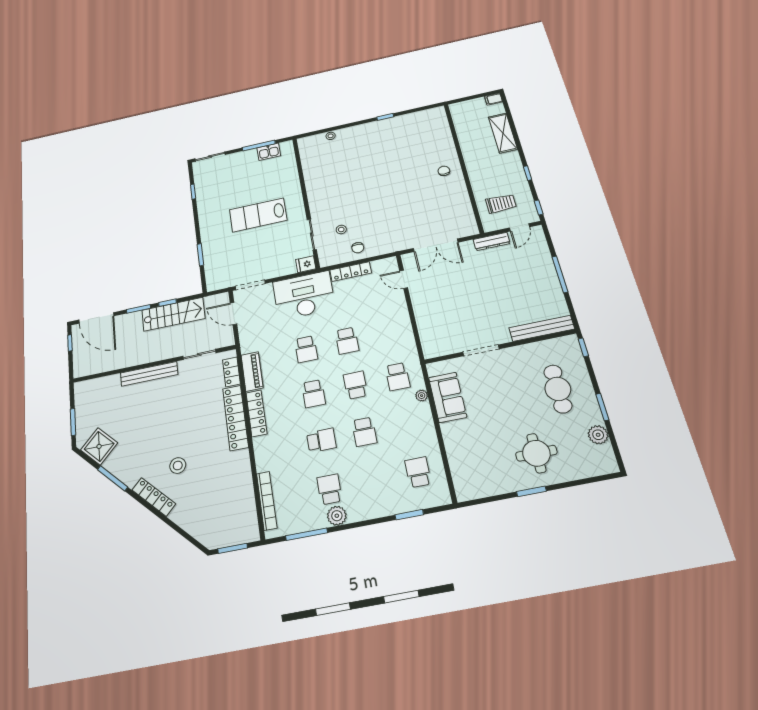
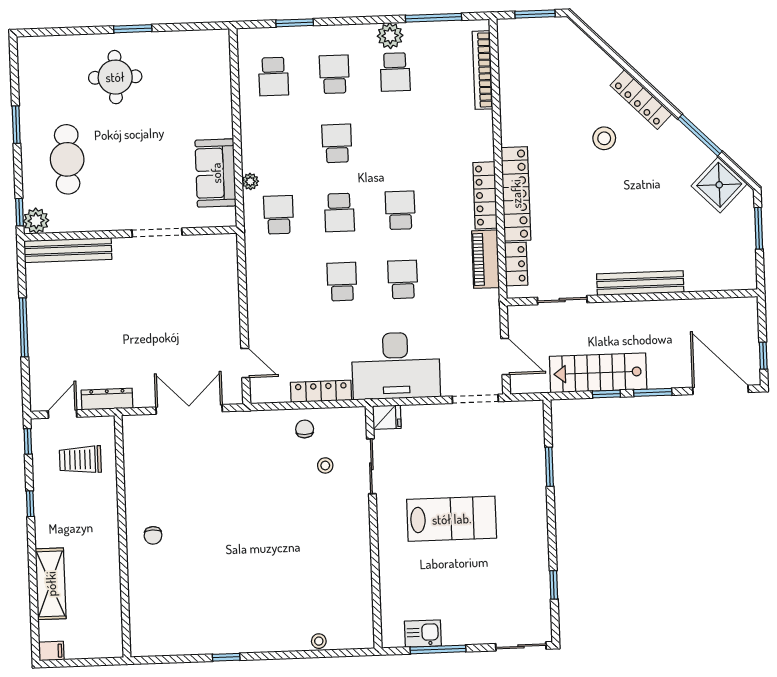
plant: (598, 435) -> (36, 221), moved
school desk: (321, 440) -> (334, 74), moved, turned 90

